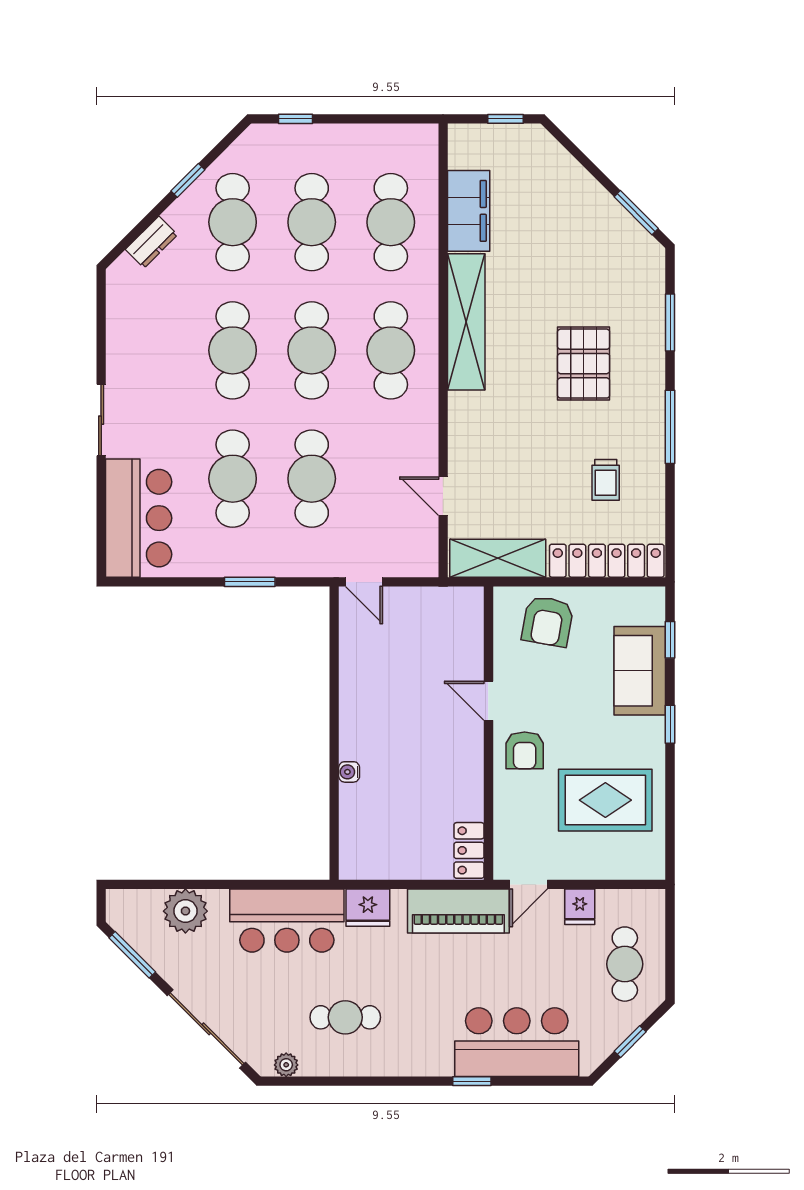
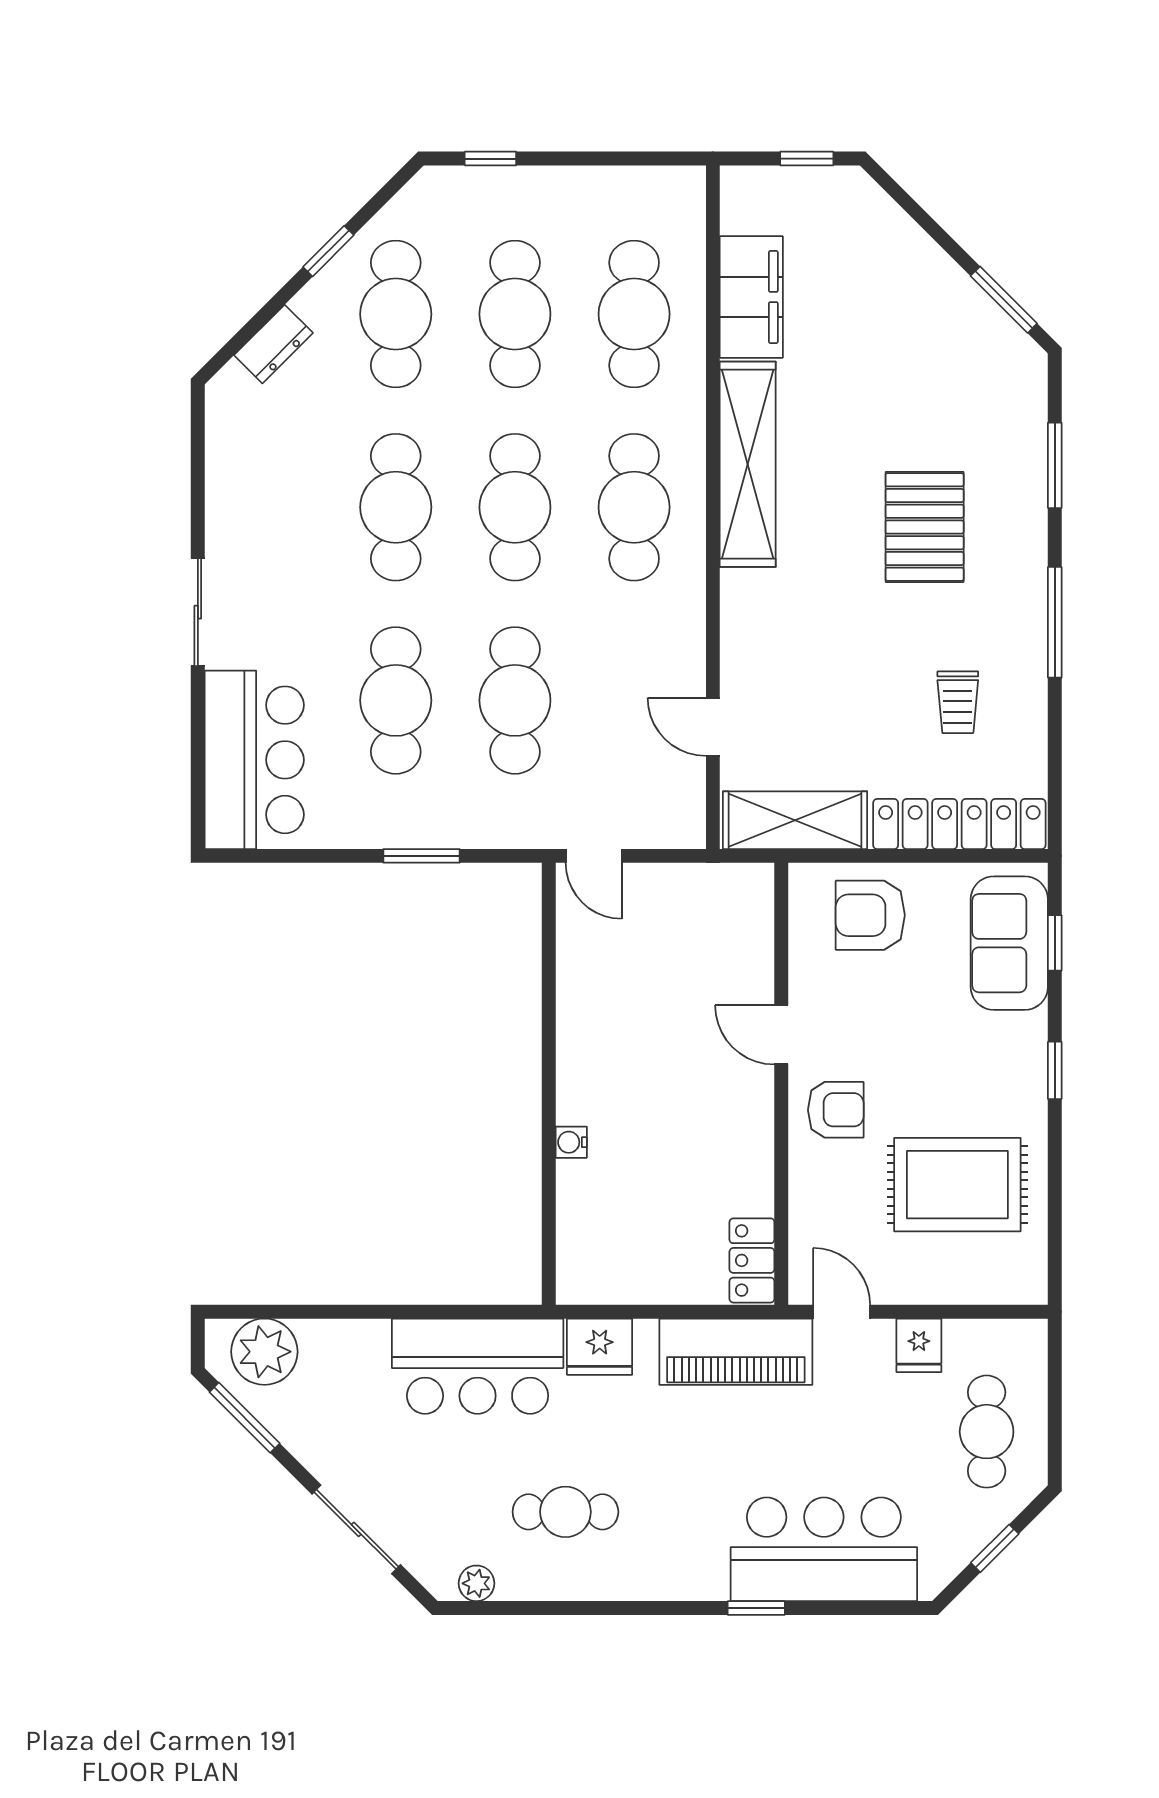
armchair: (548, 621) -> (870, 915), turned 80
sofa: (640, 671) -> (1009, 943), moved
armchair: (525, 750) -> (836, 1110), turned -90
door: (529, 884) -> (842, 1312), swing flipped
plant: (185, 911) -> (264, 1352), moved
sliding door: (206, 1029) -> (356, 1529), width x0.73

